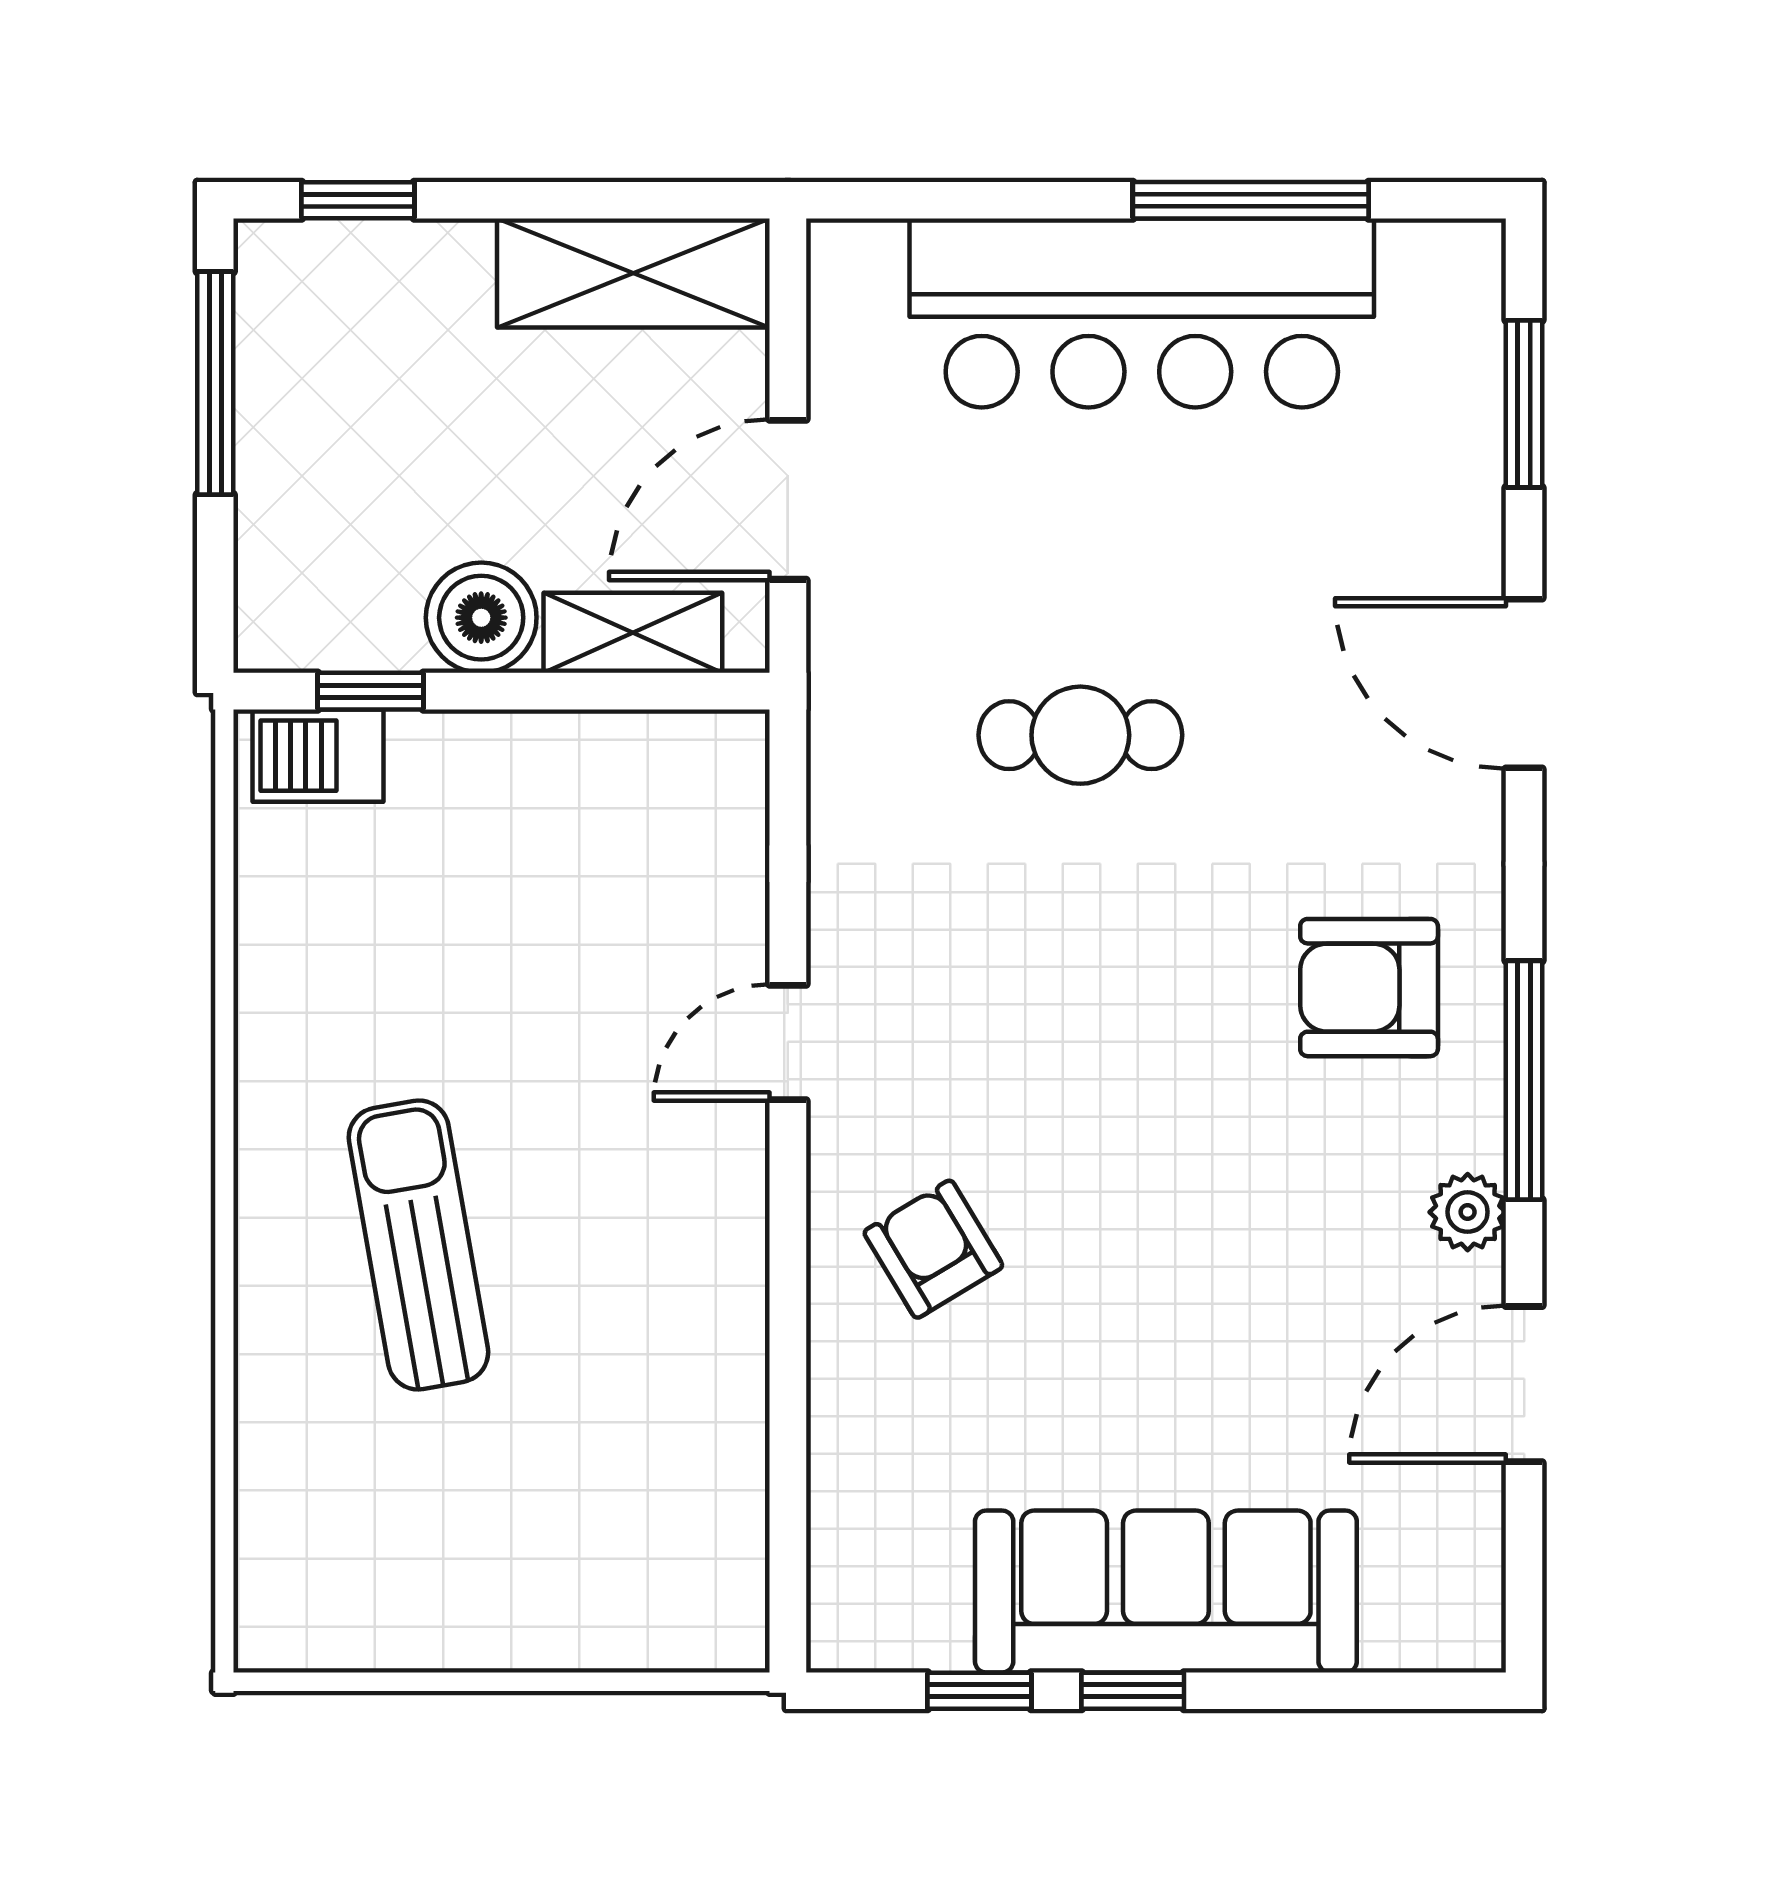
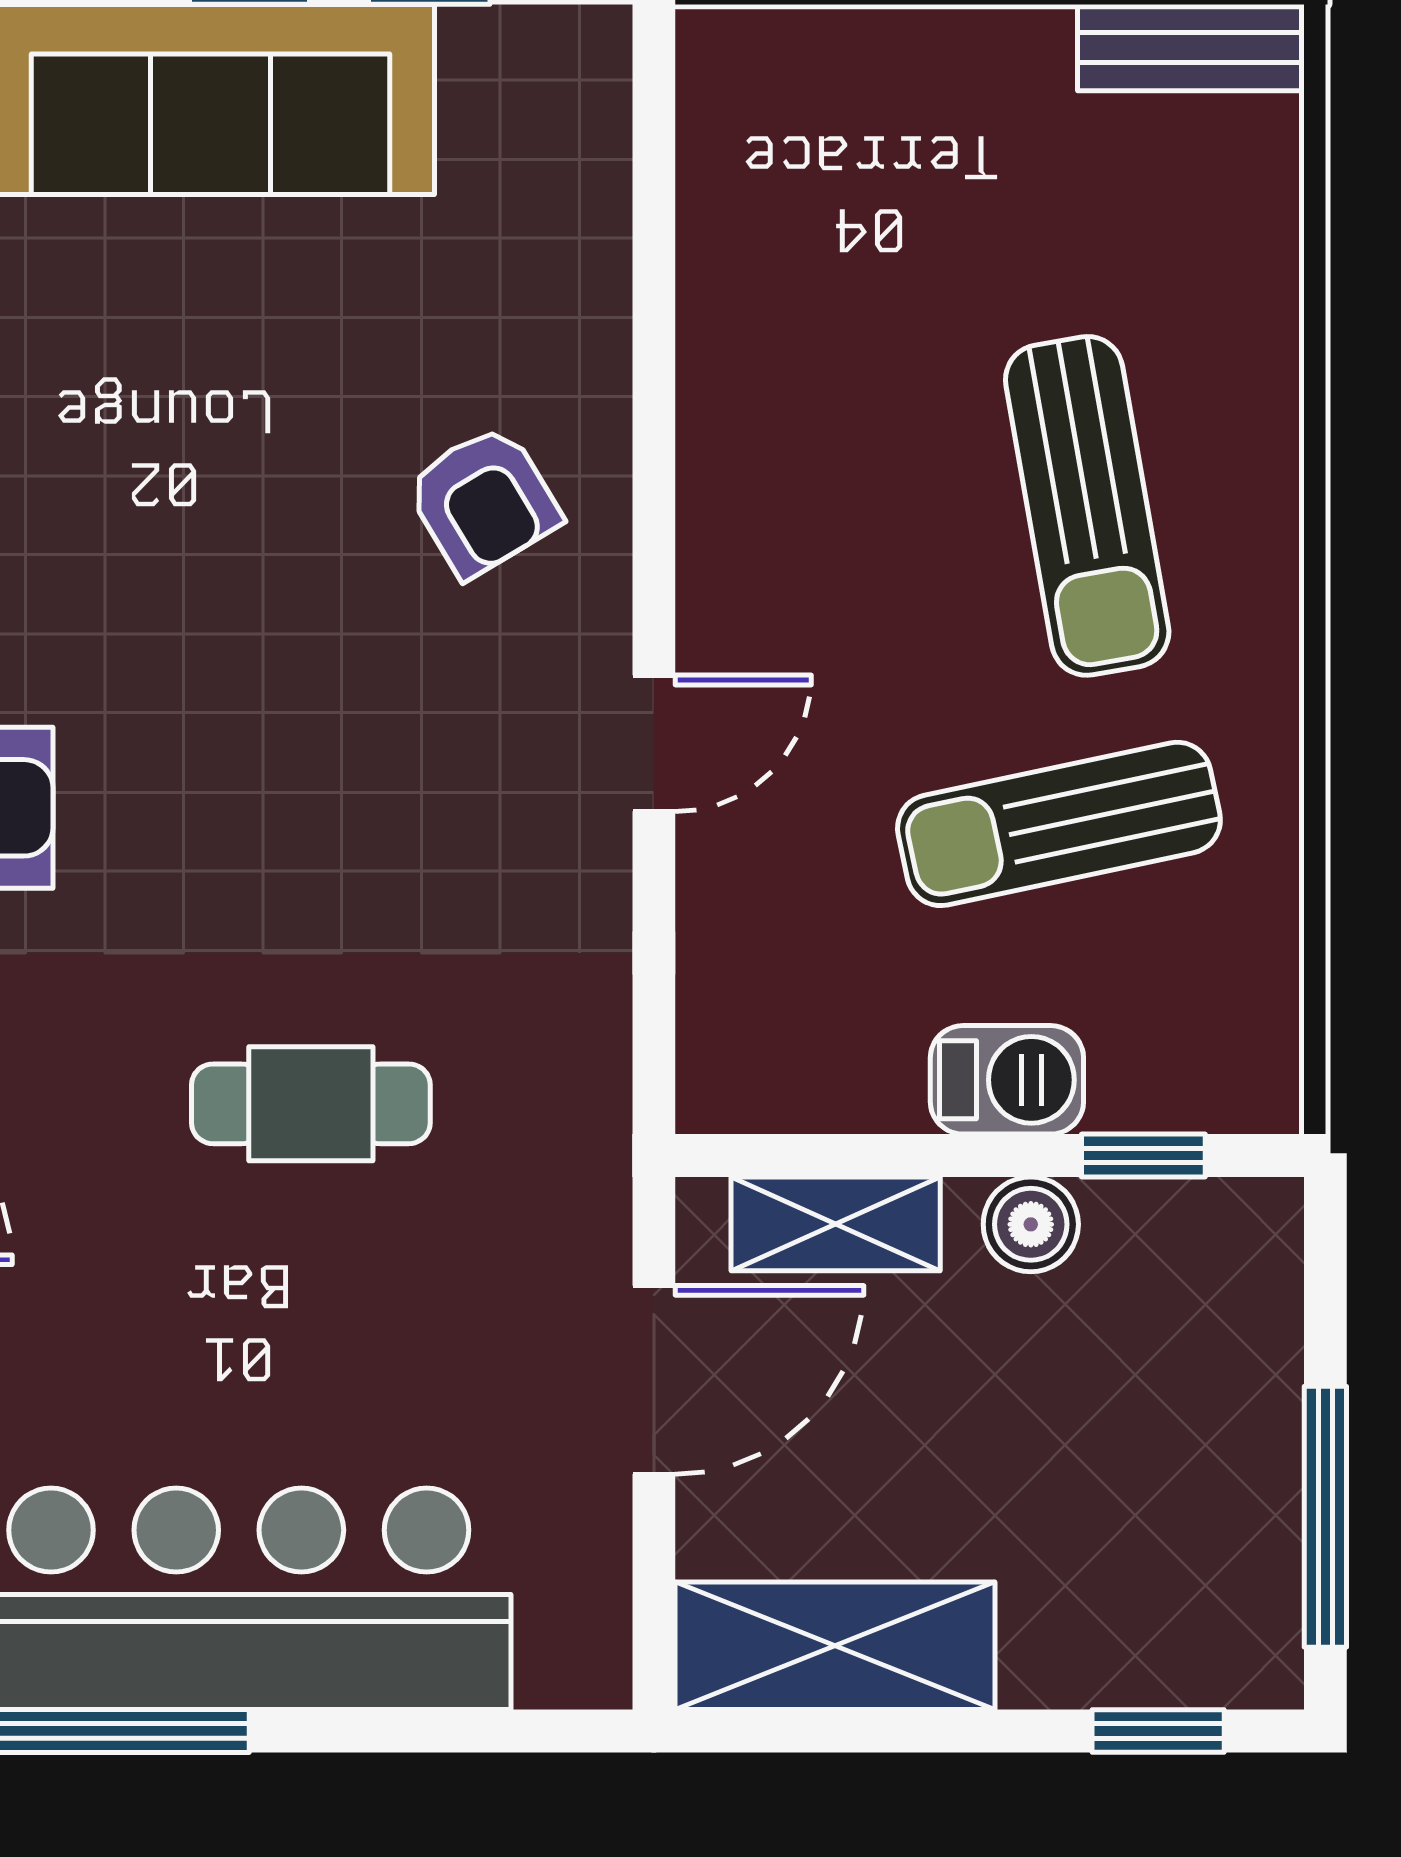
boiler: (481, 618) -> (1031, 1224), width x0.73, depth x0.73
barbecue: (318, 756) -> (1007, 1080), moved
sun lounger: (442, 974) -> (1059, 824), added
bench: (330, 1636) -> (1191, 48), added

